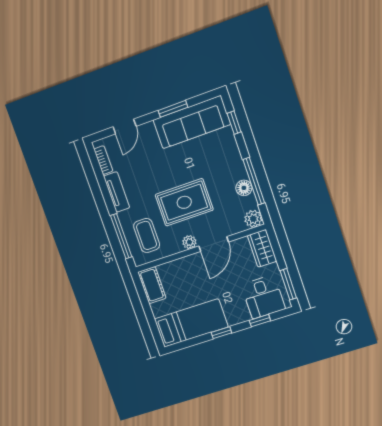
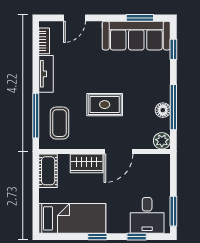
window: (173, 109) -> (140, 18), moved
rug: (184, 202) -> (105, 105), width x0.73, depth x0.70
plant: (189, 242) -> (97, 142), removed
wardrobe: (262, 248) -> (87, 163), moved, turned -90

